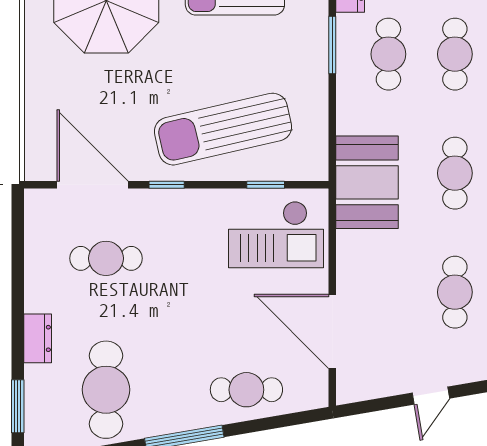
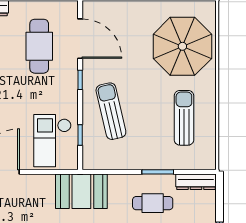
sun lounger: (223, 129) -> (111, 111), width x0.73, depth x0.75
door: (93, 185) -> (80, 39), hinge flipped
cafe table: (106, 258) -> (39, 46), width x1.37, depth x1.35

